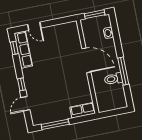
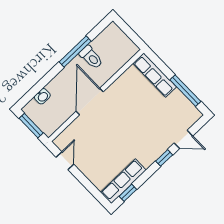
door: (34, 26) -> (65, 161), moved
row of seats: (83, 110) -> (155, 75), width x1.48

